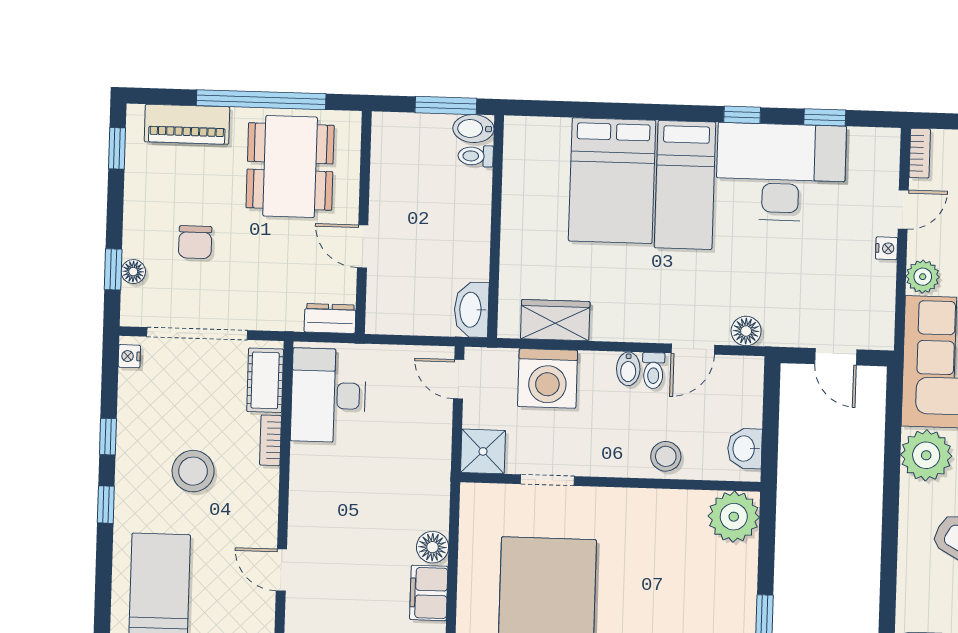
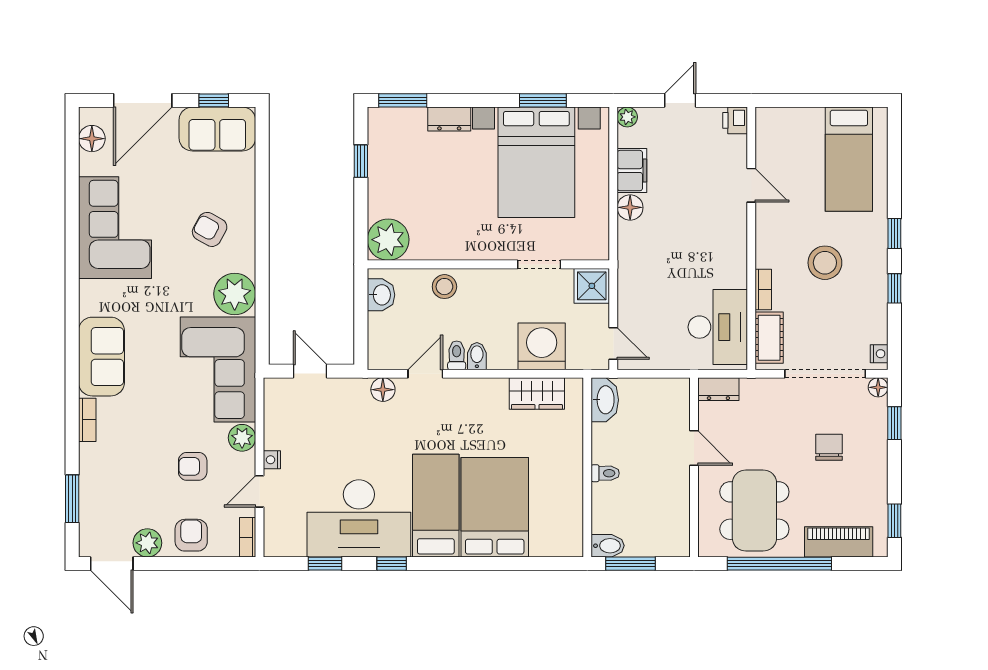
toilet: (476, 156) -> (605, 473), moved
floor lamp: (133, 272) -> (878, 387), moved

